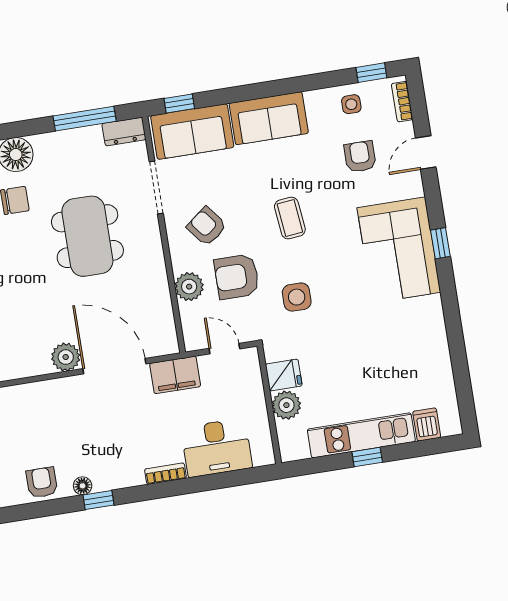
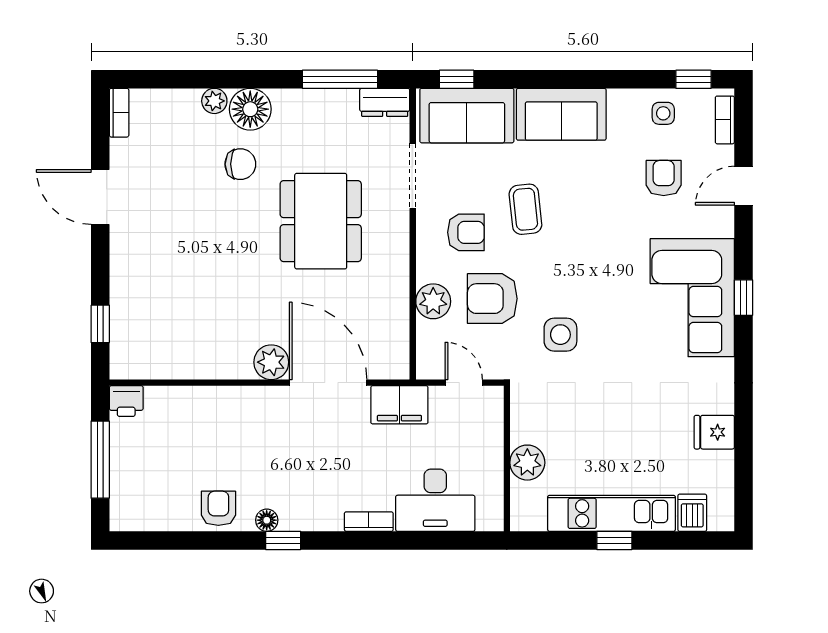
coffee table: (290, 218) -> (525, 209), moved
armchair: (207, 226) -> (466, 232), turned 128
fridge: (284, 375) -> (714, 432), moved, turned 180

